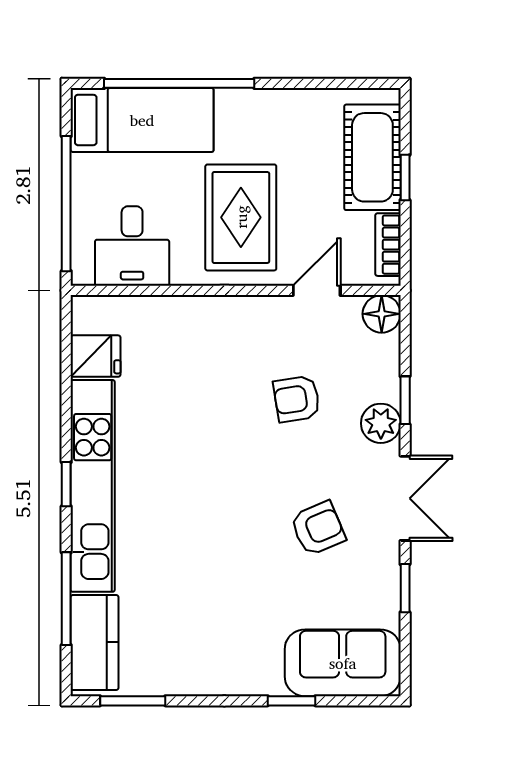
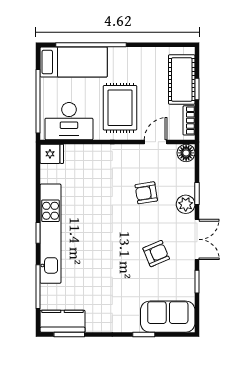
desk: (132, 246) -> (69, 121), width x1.37
fridge: (96, 356) -> (52, 154), moved
kitchen counter: (95, 642) -> (63, 321), moved, turned -90

